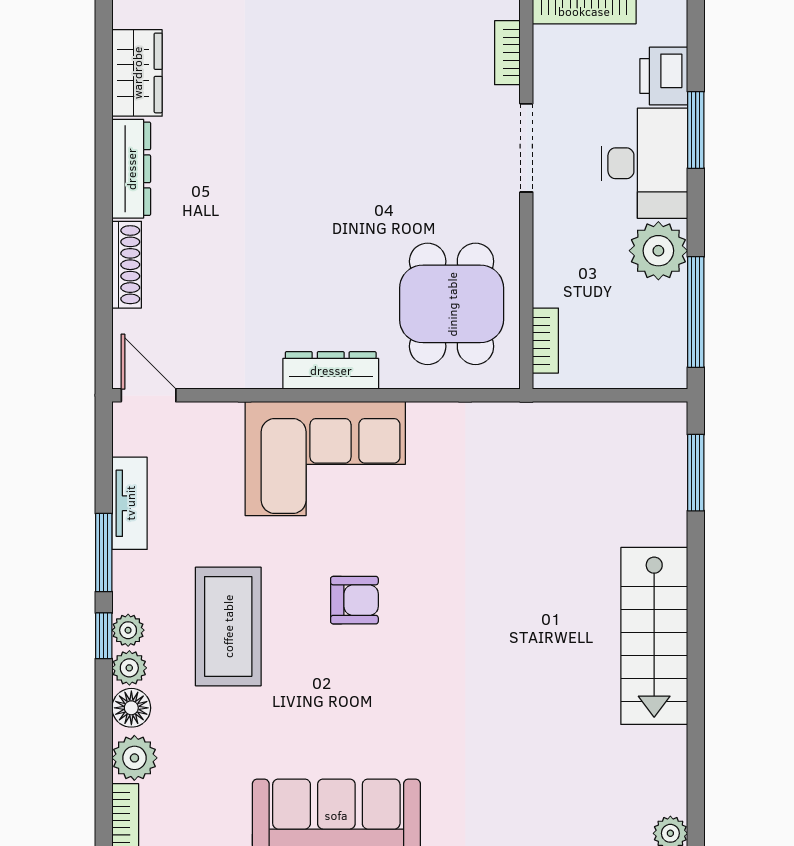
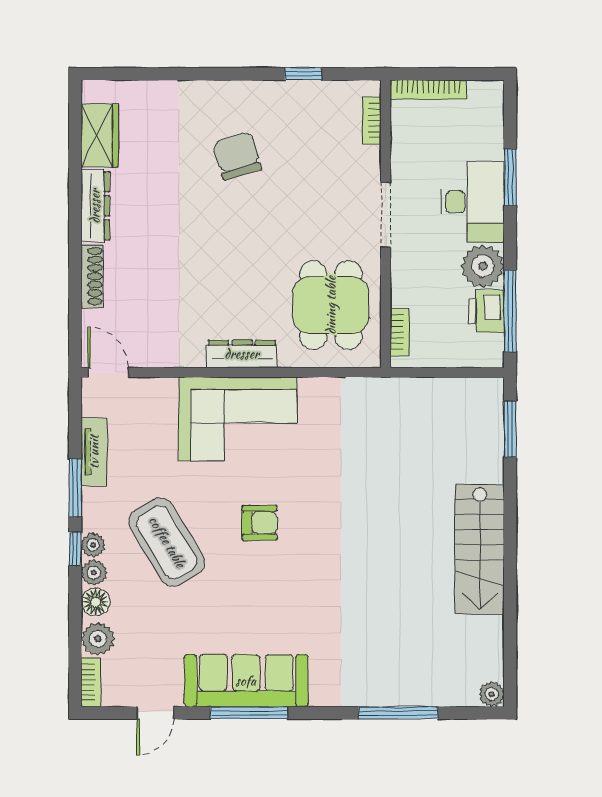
printer: (664, 76) -> (487, 311), moved
chair: (324, 101) -> (237, 156), added
doorway: (526, 148) -> (386, 215), moved
coffee table: (228, 626) -> (167, 542), turned -31

